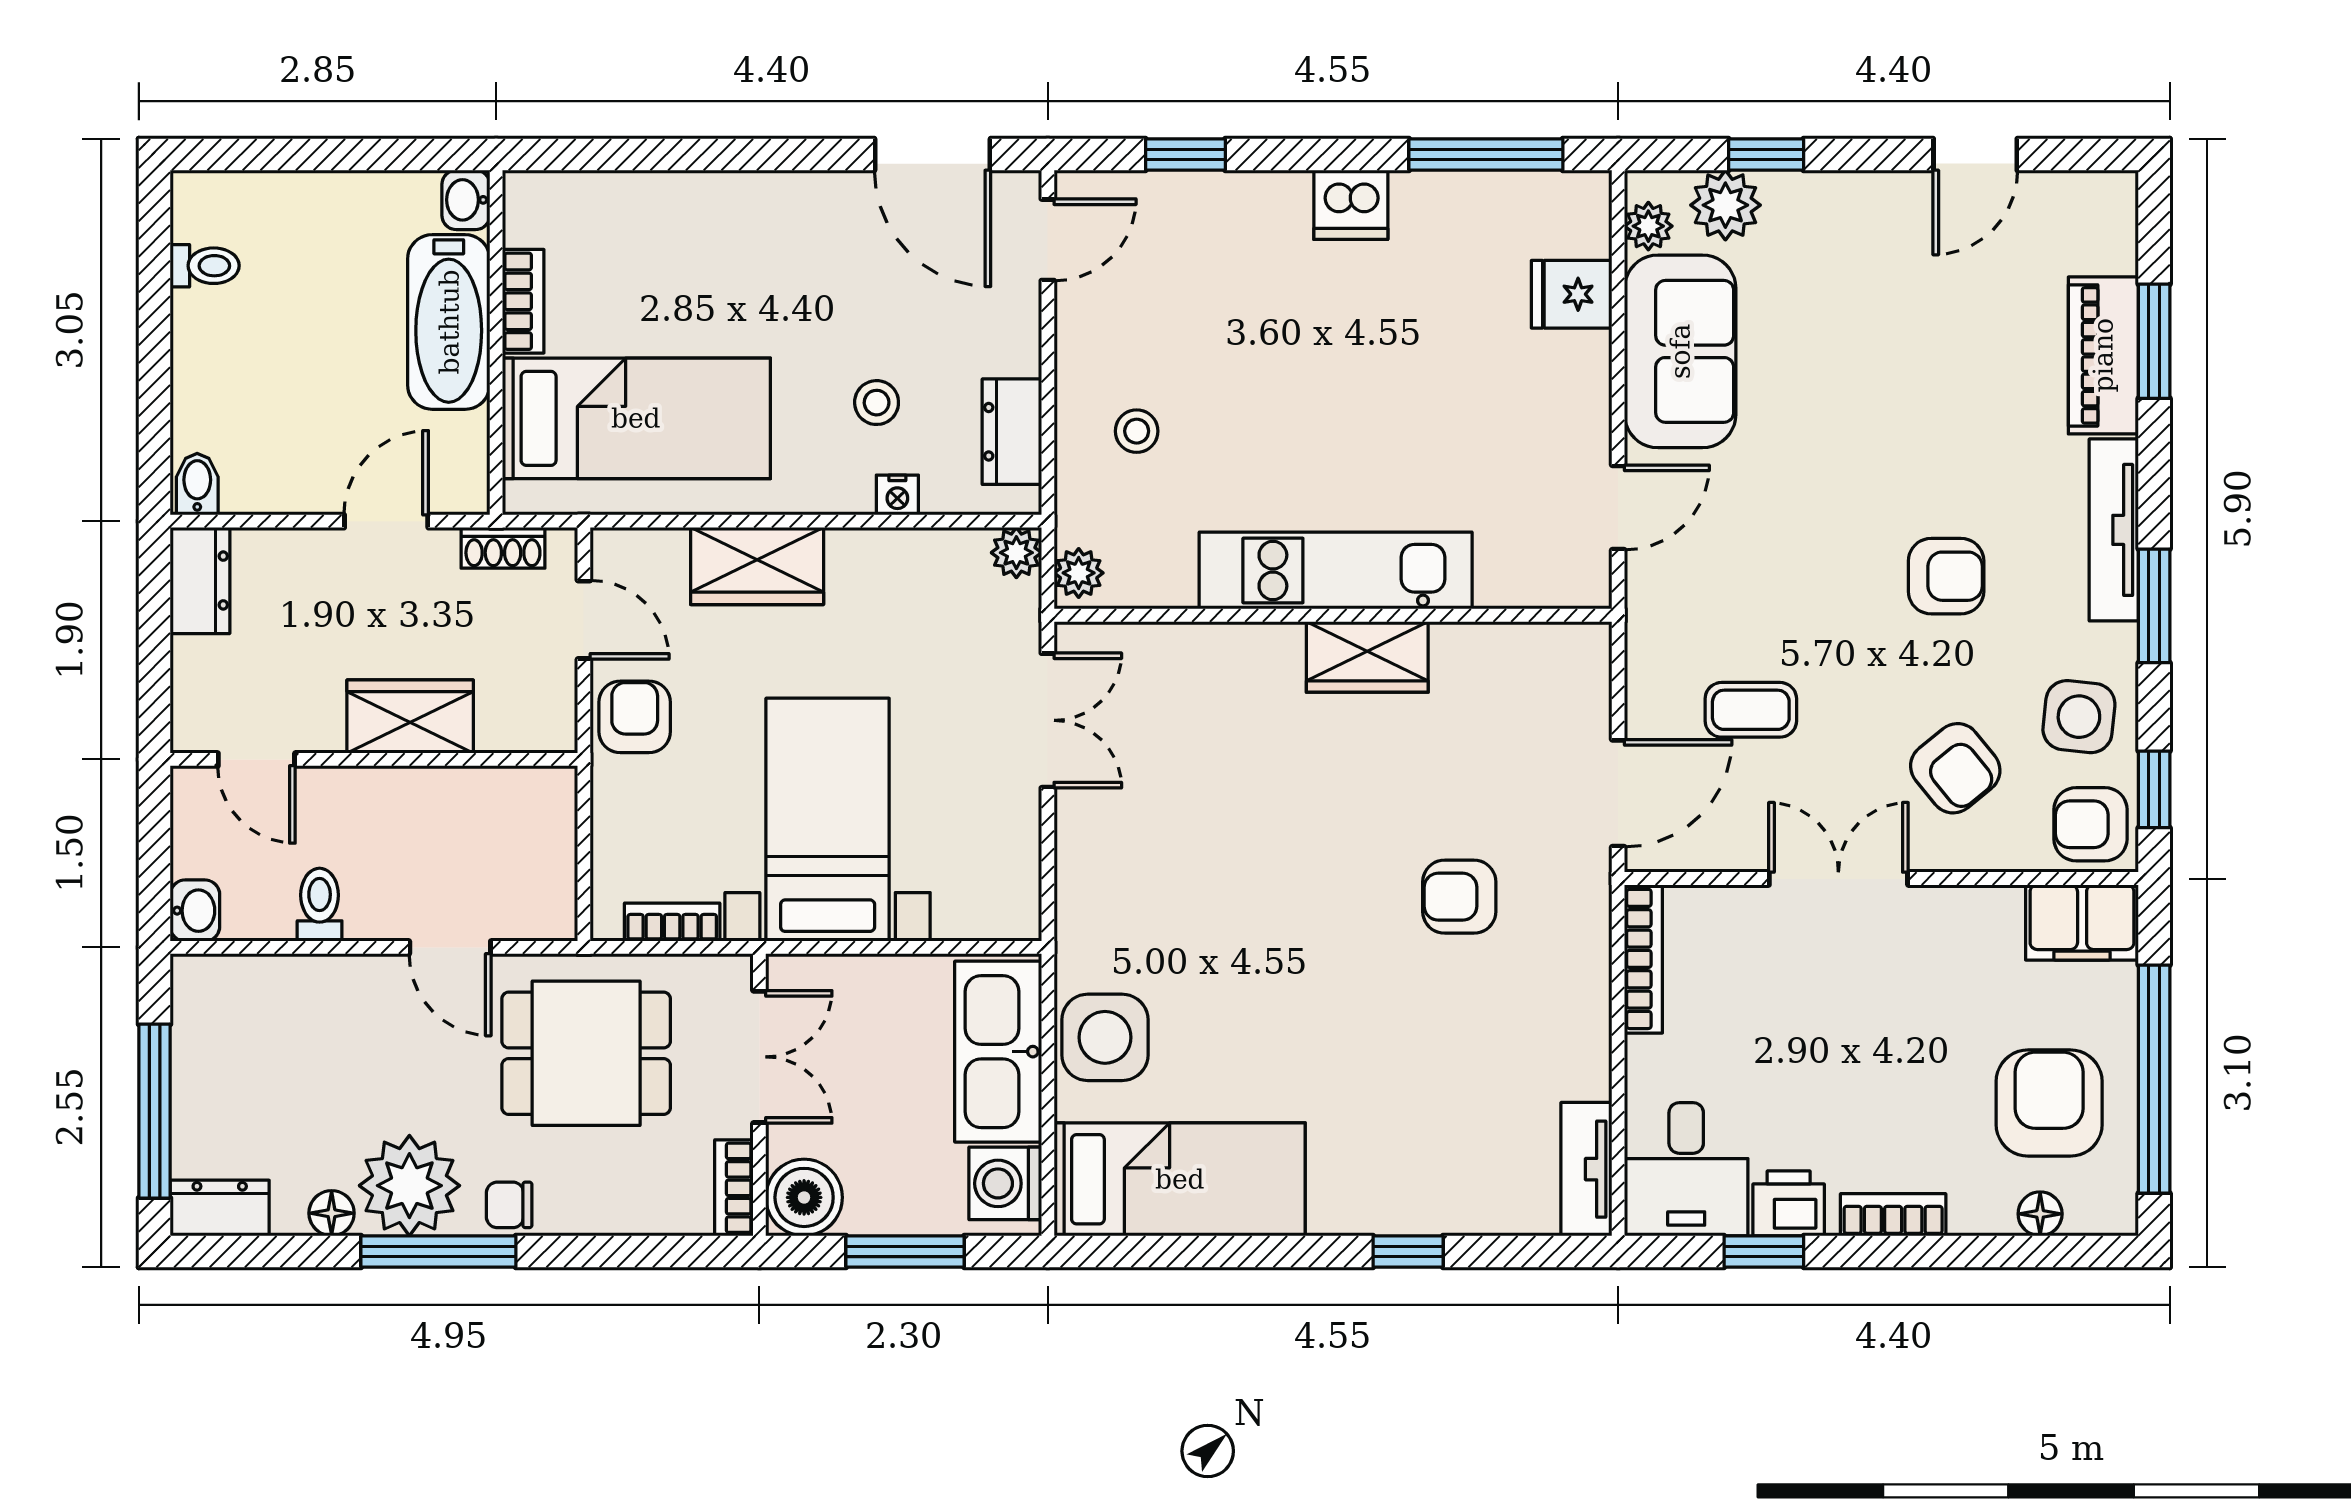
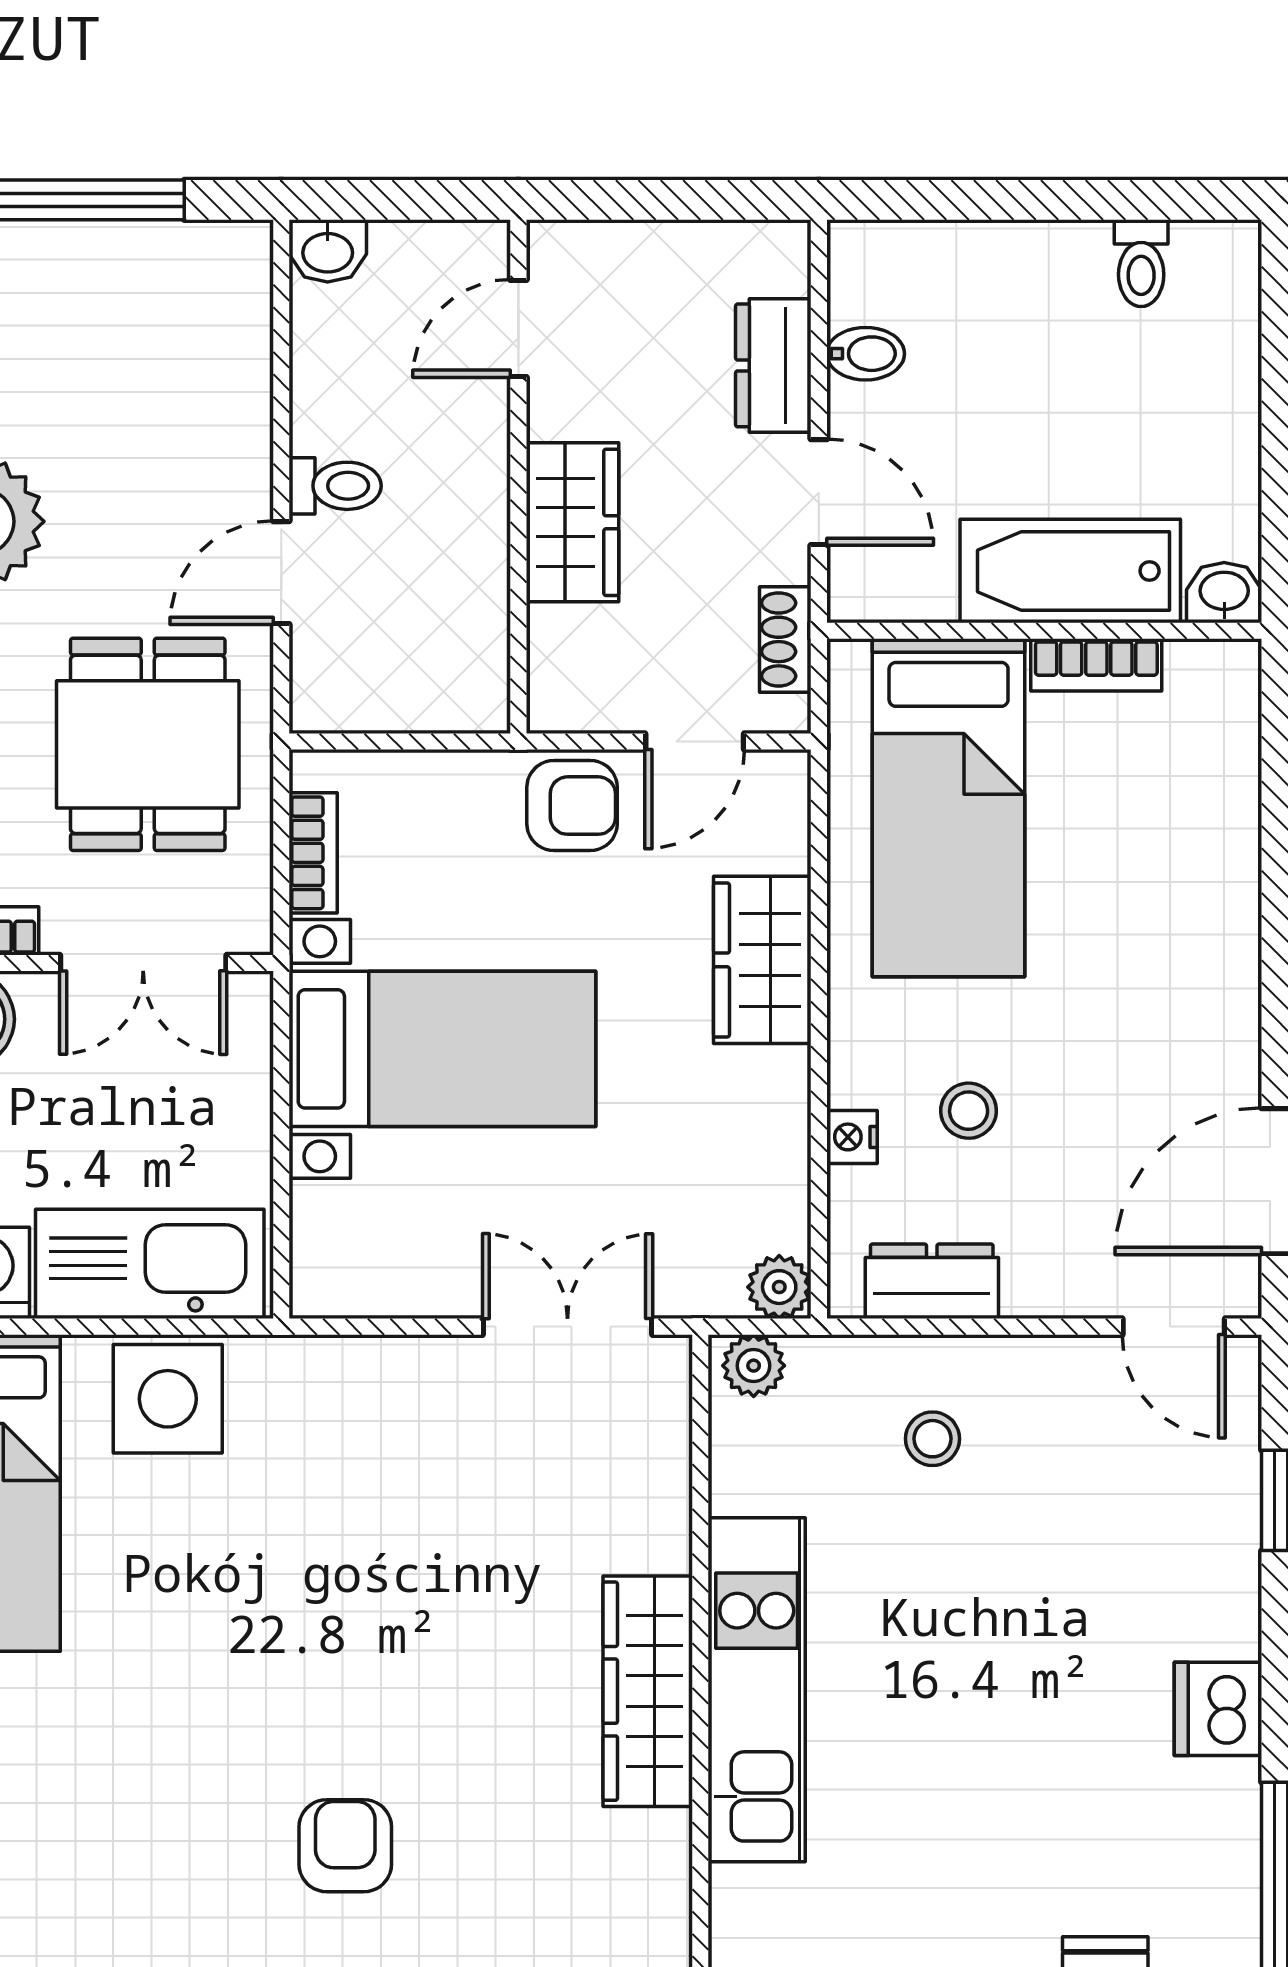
bidet: (197, 484) -> (866, 354), moved
dresser: (200, 580) -> (773, 365), moved, turned 90
wardrobe: (1367, 657) -> (648, 1691), width x1.50
double door: (1048, 720) -> (568, 1327), swing flipped
toilet: (320, 905) -> (335, 486), moved

